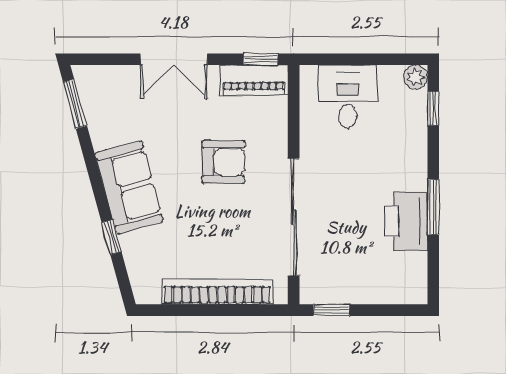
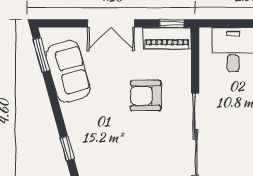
armchair: (223, 162) -> (146, 96), turned 180
sofa: (129, 187) -> (68, 71), moved

